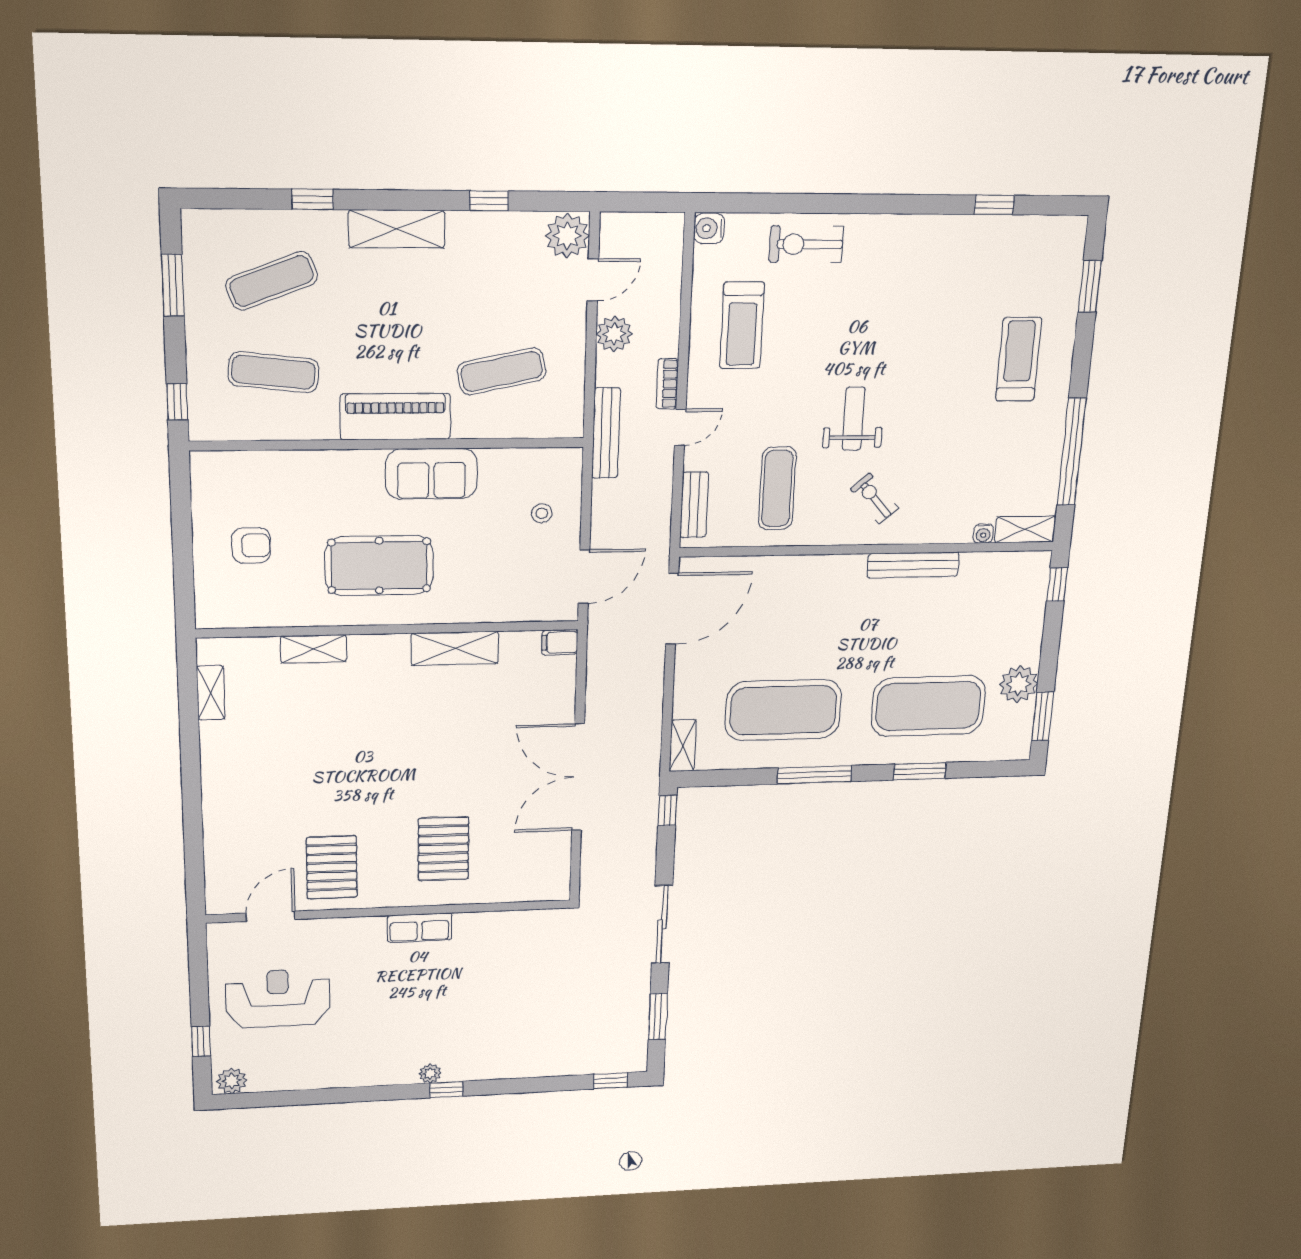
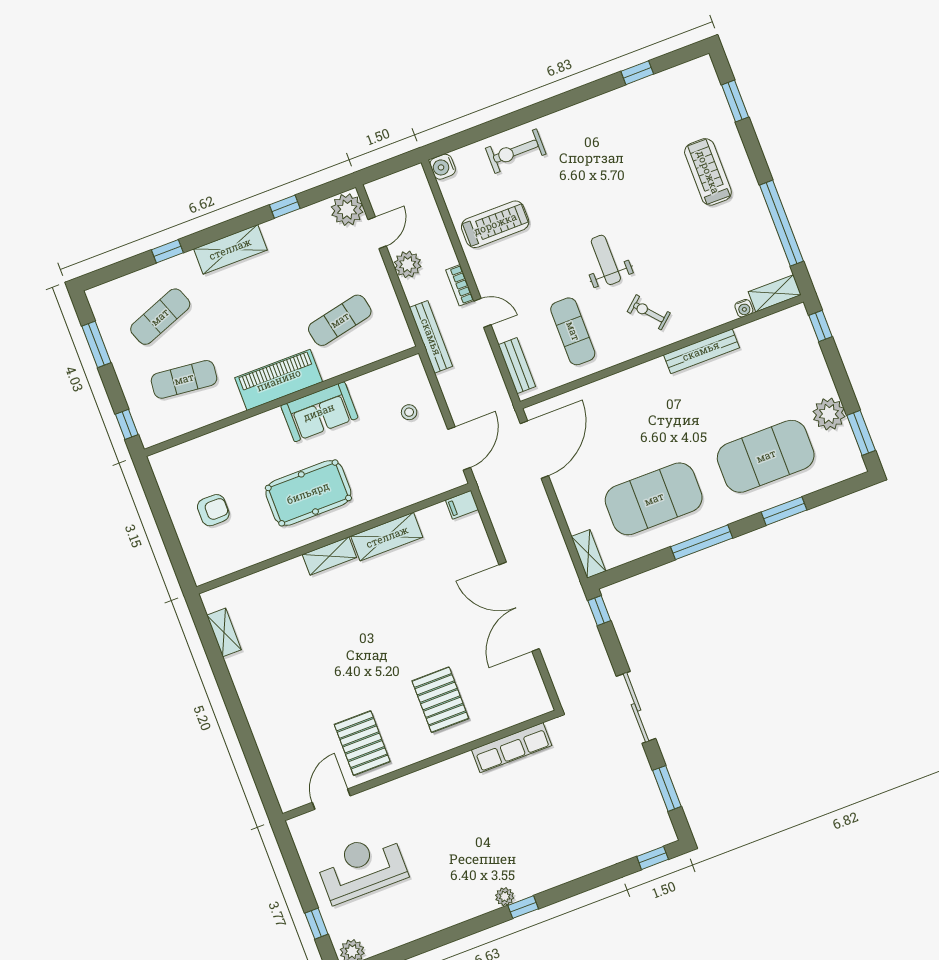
treadmill: (742, 325) -> (495, 224), turned -90
door: (680, 427) -> (482, 313), hinge flipped
shelving: (314, 649) -> (329, 556), moved
row of seats: (420, 928) -> (512, 748), moved, width x1.48

